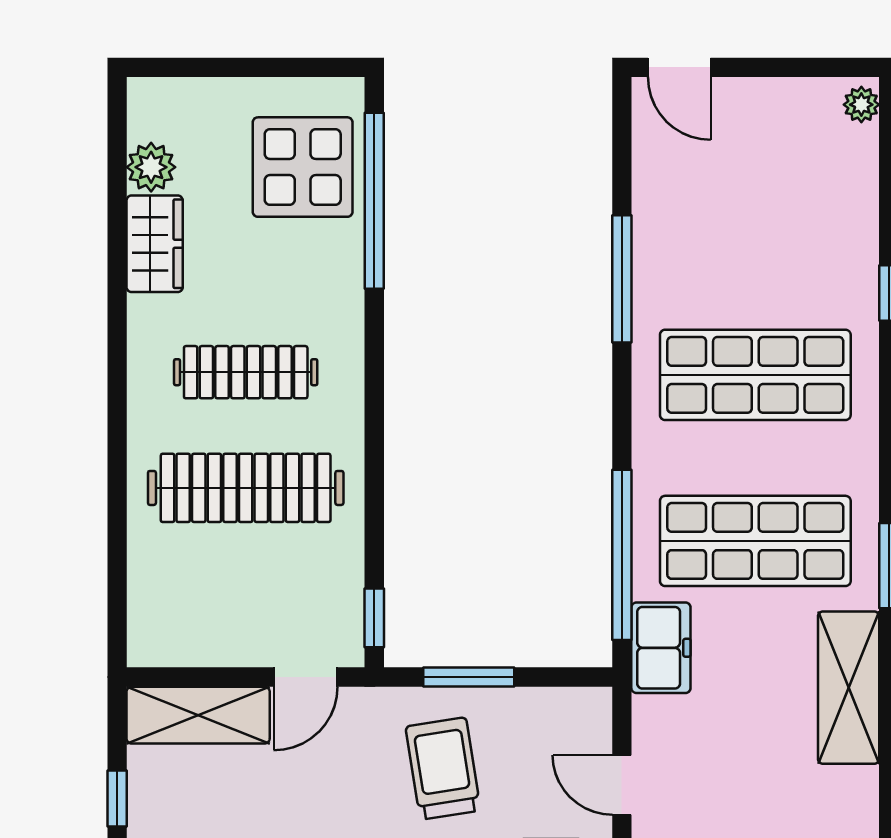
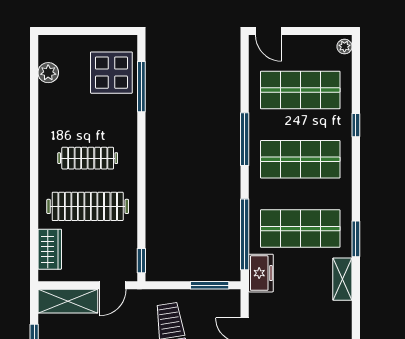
window: (374, 201) -> (141, 87), width x0.68
shop shelf: (755, 209) -> (300, 90), added
wardrobe: (155, 244) -> (50, 249), moved
window: (622, 279) -> (245, 139), moved
window: (469, 677) -> (210, 285), moved
shelving: (849, 688) -> (342, 279), width x0.67, depth x0.75

